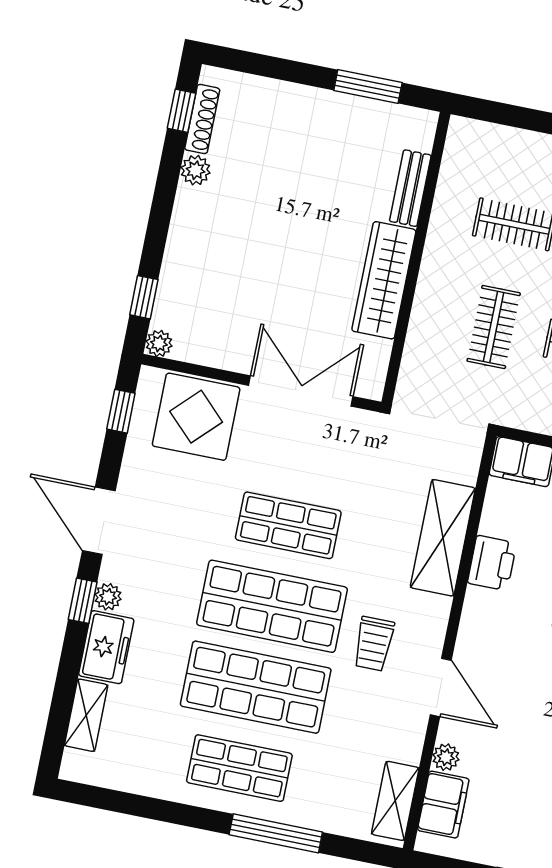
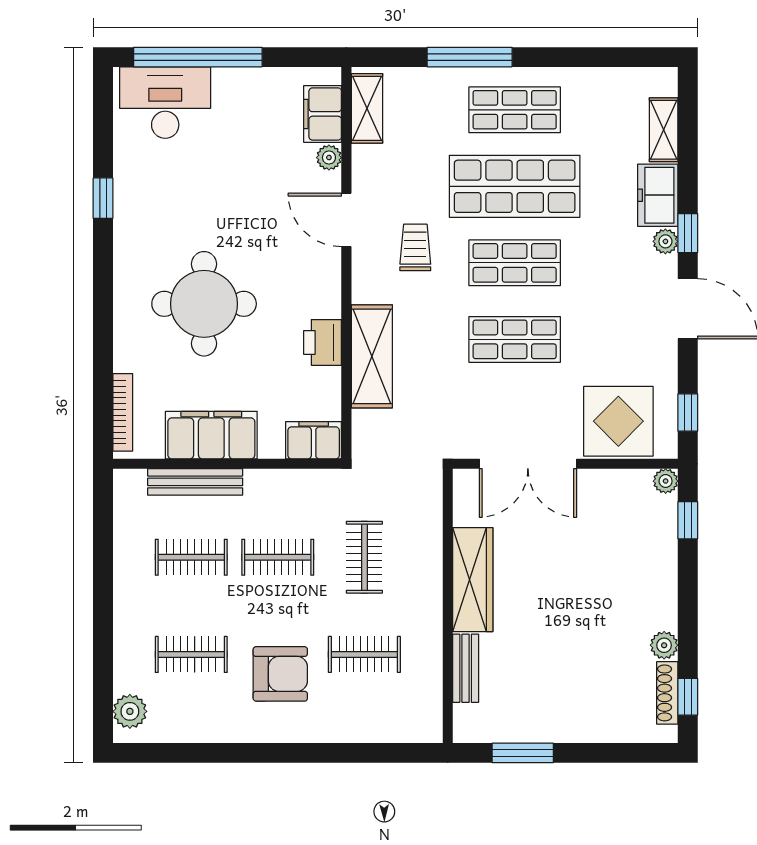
shop shelf: (272, 606) -> (515, 263), width x0.70, depth x0.74

